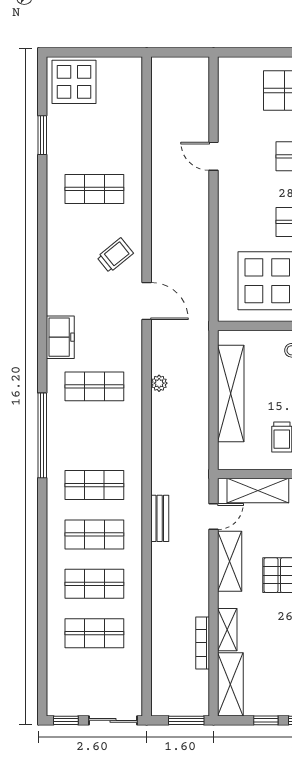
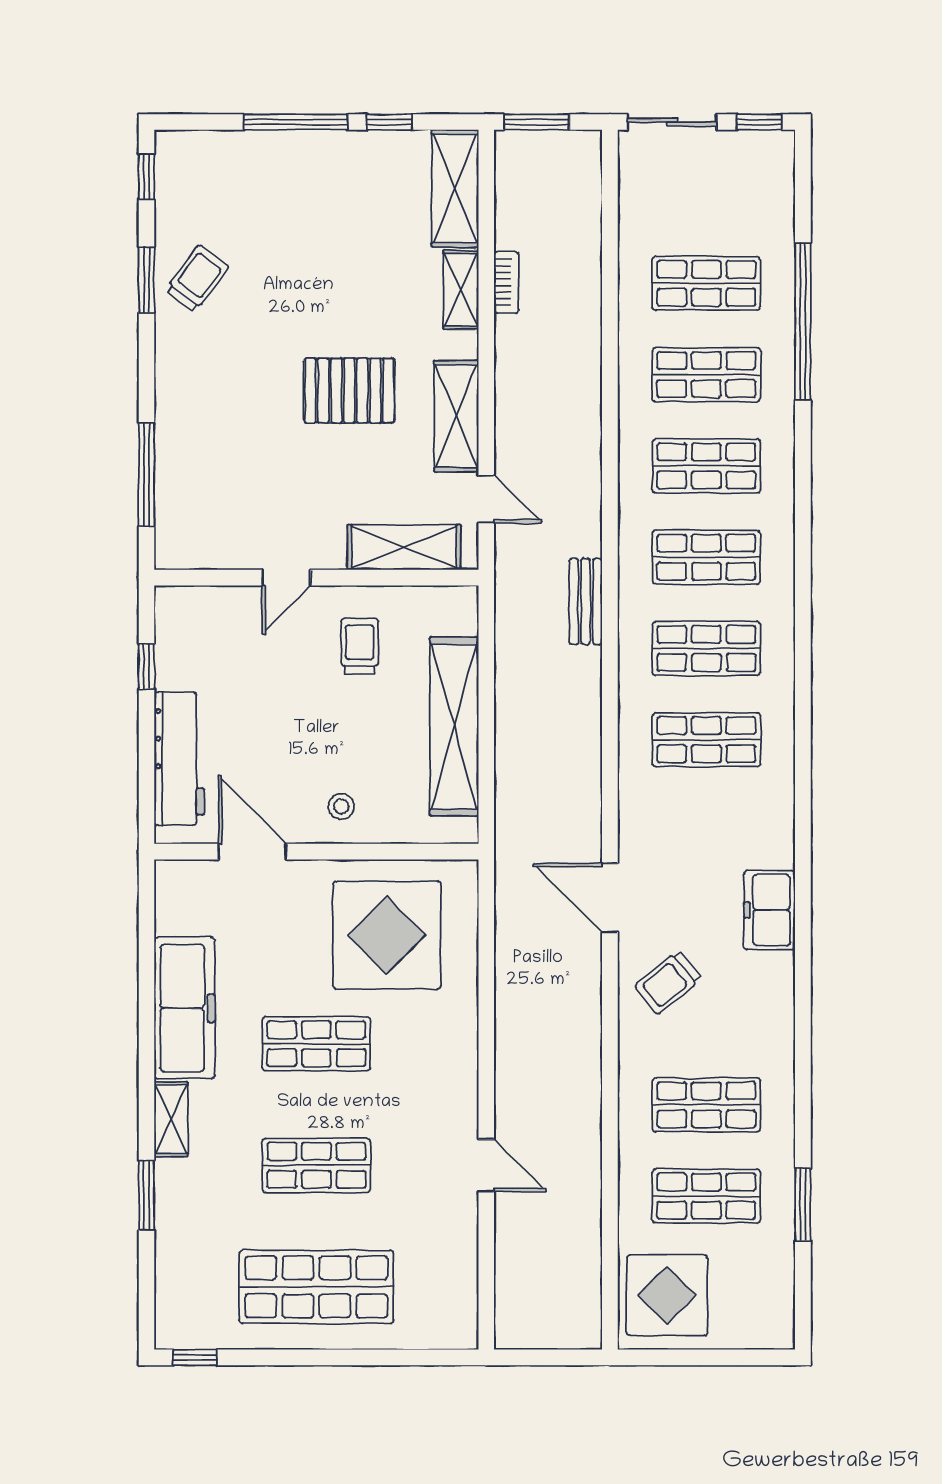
display table: (74, 82) -> (667, 1295), moved
shop shelf: (94, 140) -> (706, 1196), added
freezer: (60, 337) -> (769, 910), moved
plant: (159, 383) -> (587, 746), removed
window: (42, 435) -> (803, 322), moved
shop shelf: (94, 436) -> (706, 648), added
door: (213, 516) -> (486, 499), swing flipped
bench: (160, 518) -> (586, 601), moved
bookcase: (203, 643) -> (506, 282), width x0.64

